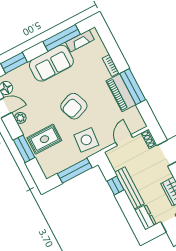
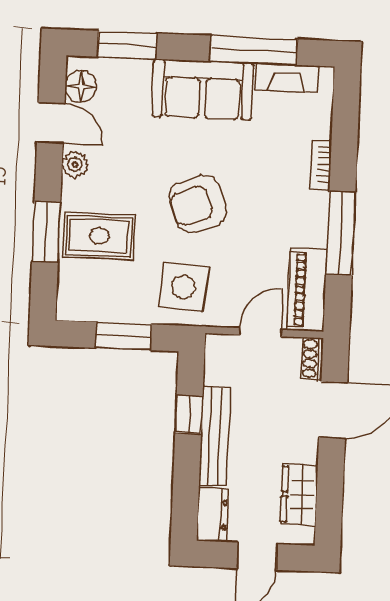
piano: (121, 93) -> (307, 290), moved
window: (75, 171) -> (124, 336), width x0.69

